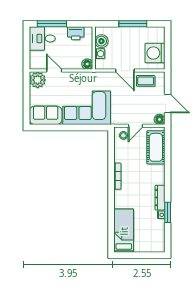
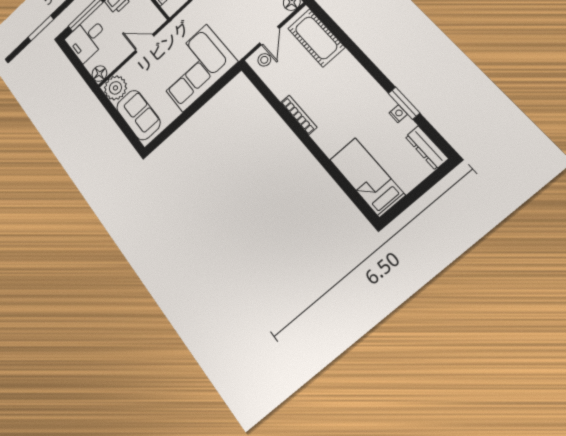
floor lamp: (87, 64) -> (99, 74), moved
door: (54, 71) -> (145, 43), moved
sofa: (46, 115) -> (138, 115), moved, turned 90
dresser: (160, 198) -> (427, 148), moved

